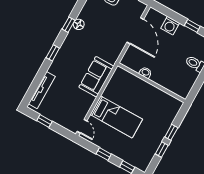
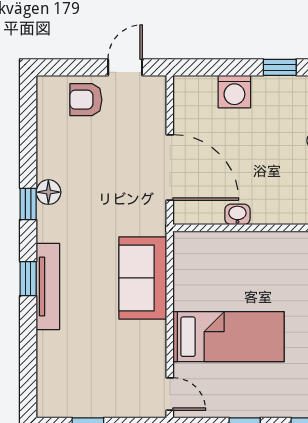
door: (135, 31) -> (170, 167), moved
tv unit: (42, 90) -> (48, 287), moved

